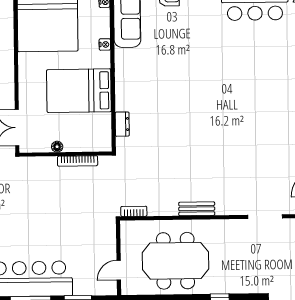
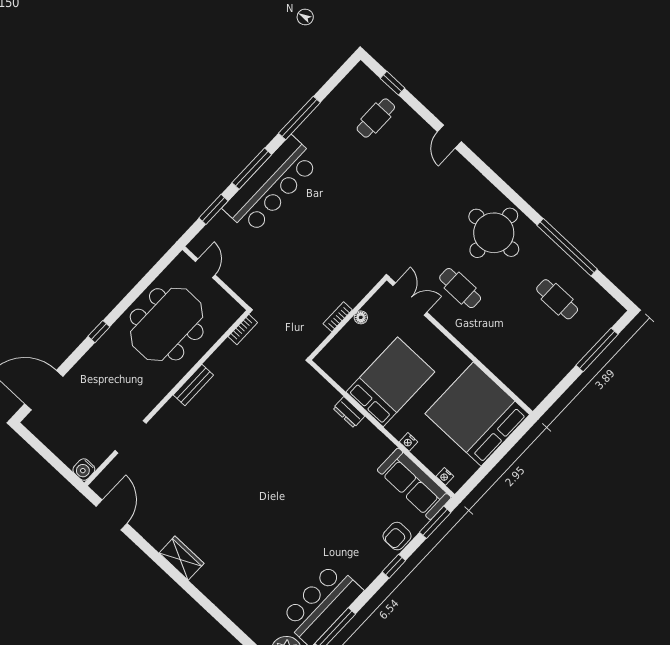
dresser: (122, 124) -> (349, 412), moved
bookcase: (78, 161) -> (338, 317), width x0.64

